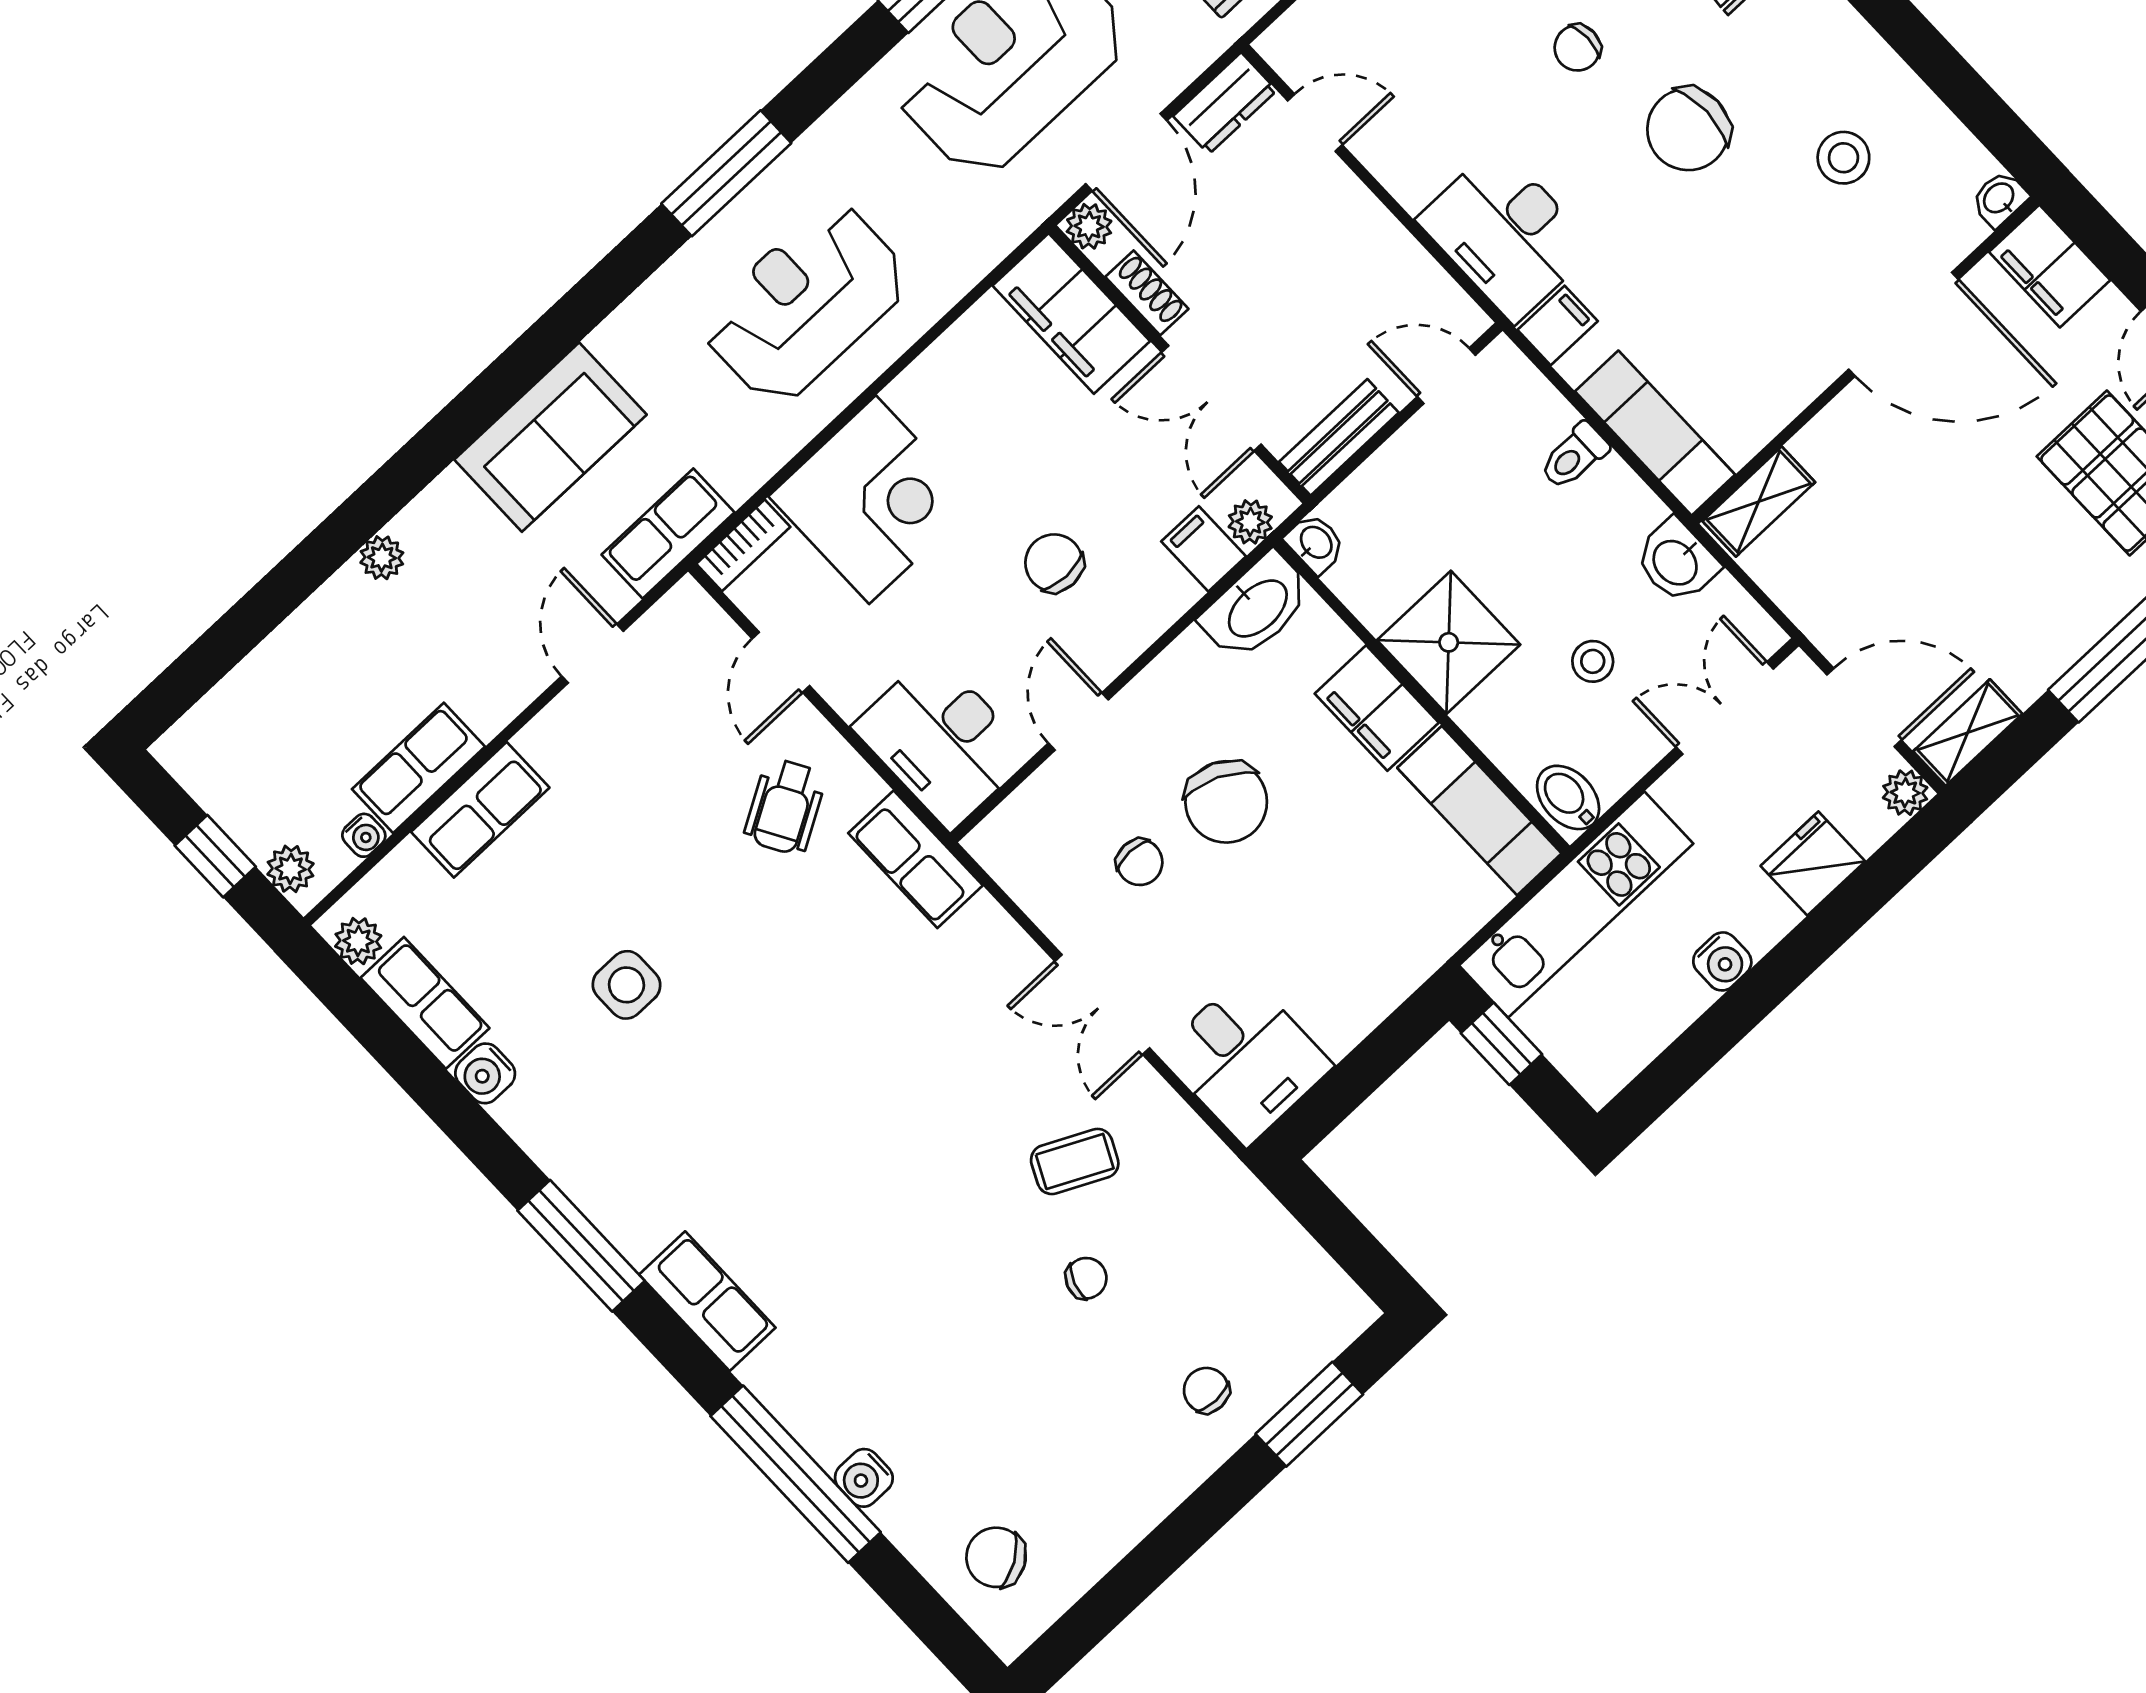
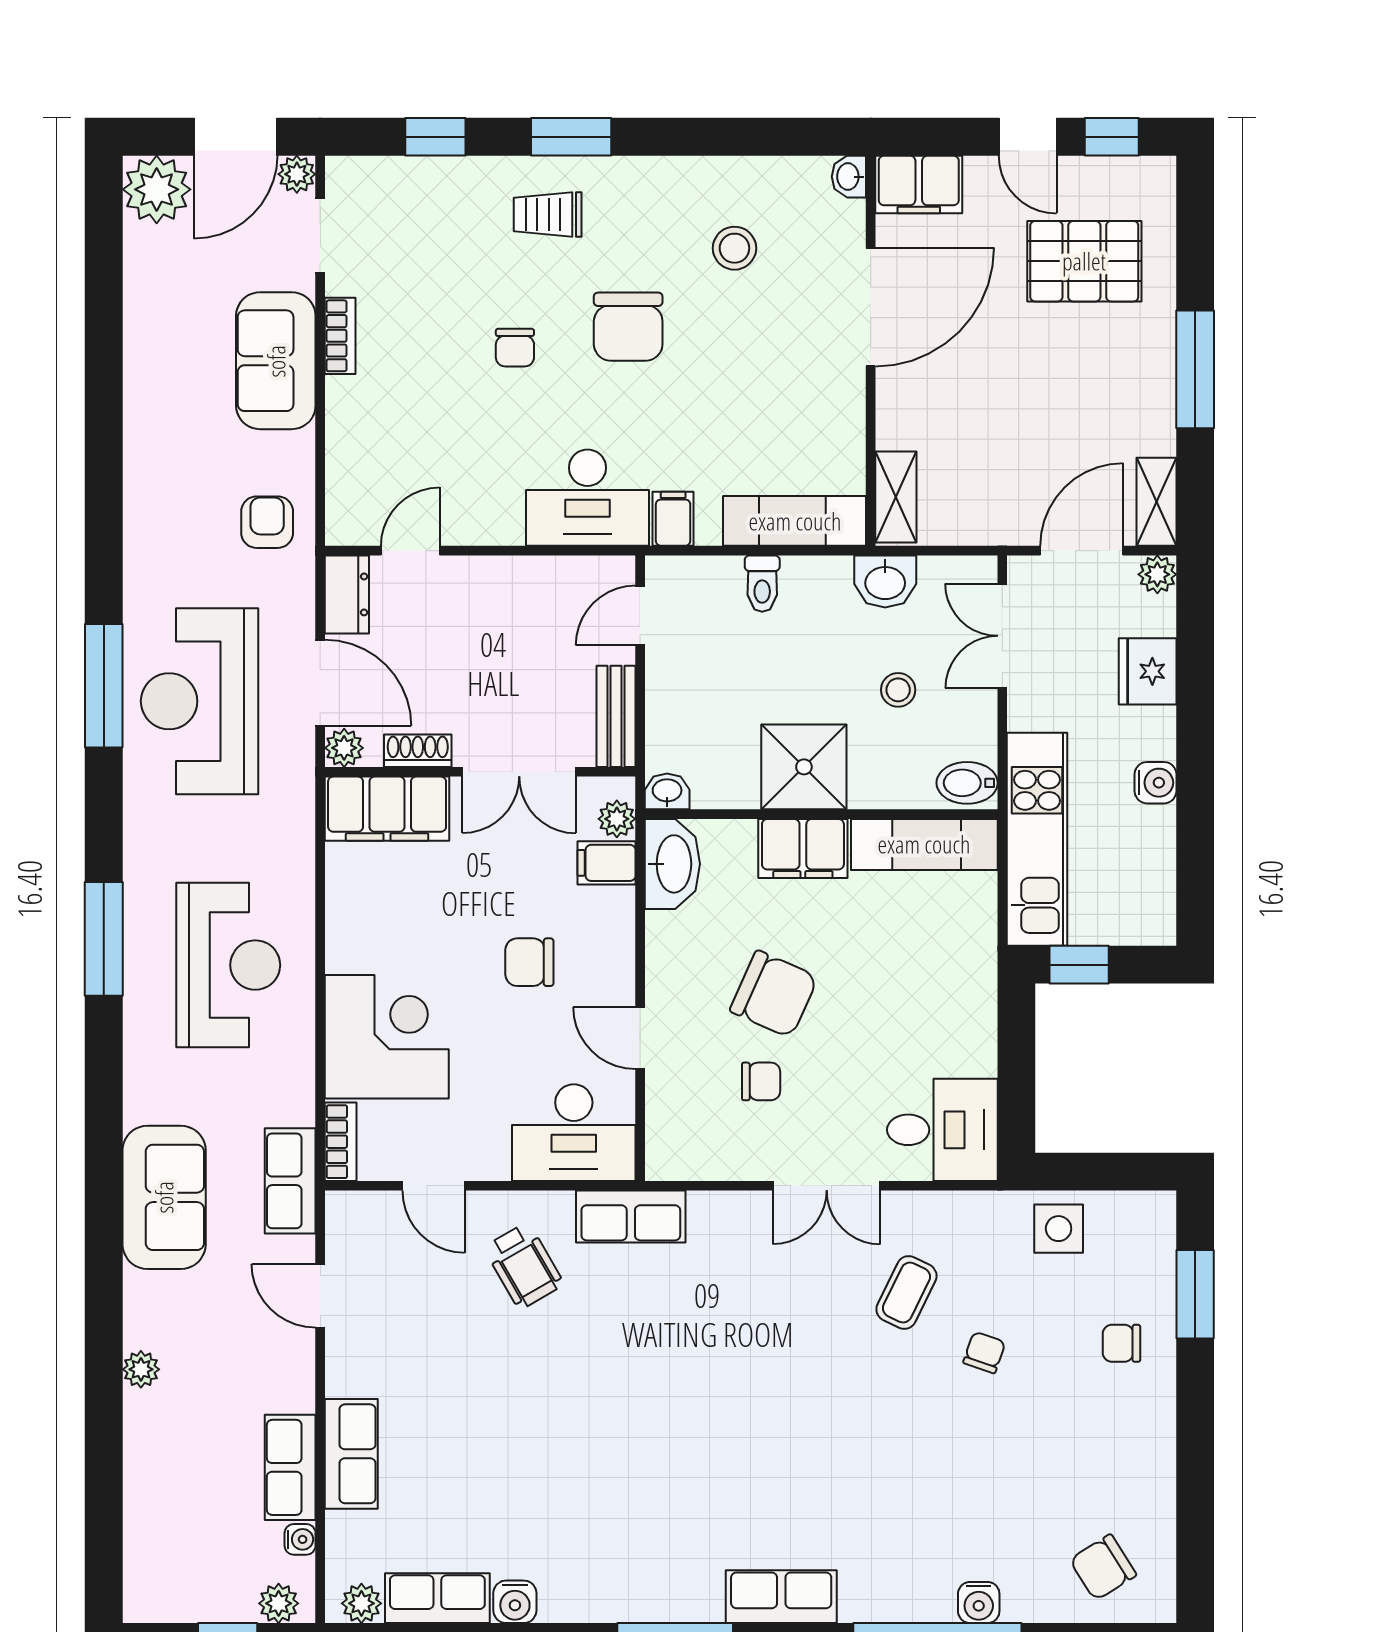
reception desk: (805, 303) -> (228, 965), turned 180
side table: (626, 985) -> (1059, 1229), moved

